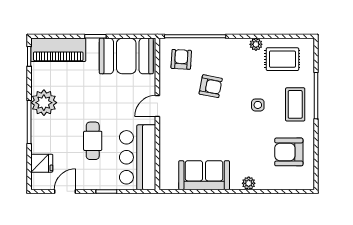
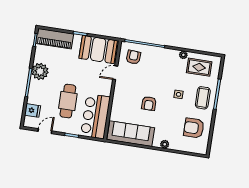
armchair: (211, 86) -> (149, 103), moved, turned 79
door: (157, 106) -> (115, 73), moved
cafe table: (93, 141) -> (68, 101), width x1.37, depth x1.35
sofa: (204, 175) -> (131, 134), width x1.36

